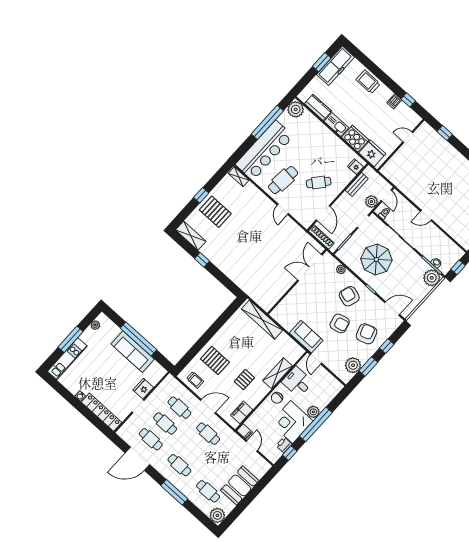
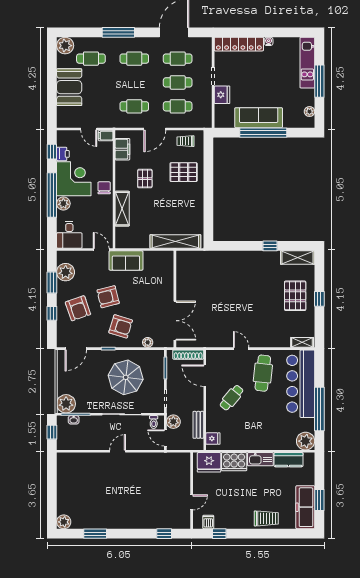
dishwasher: (394, 101) -> (208, 522), moved
pallet: (215, 212) -> (295, 296), turned 90
desk: (297, 382) -> (69, 235), moved, turned 90

